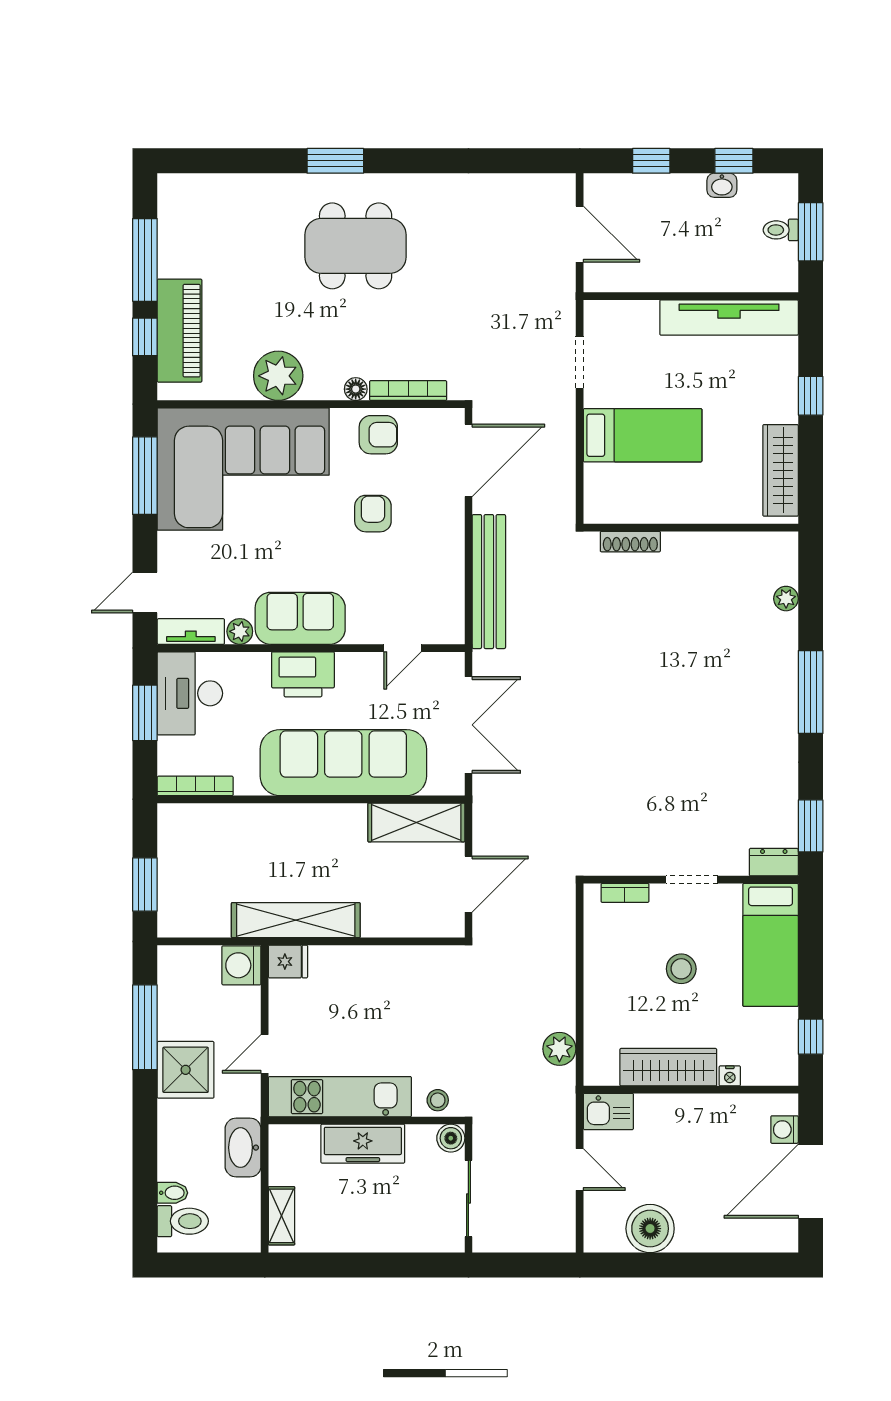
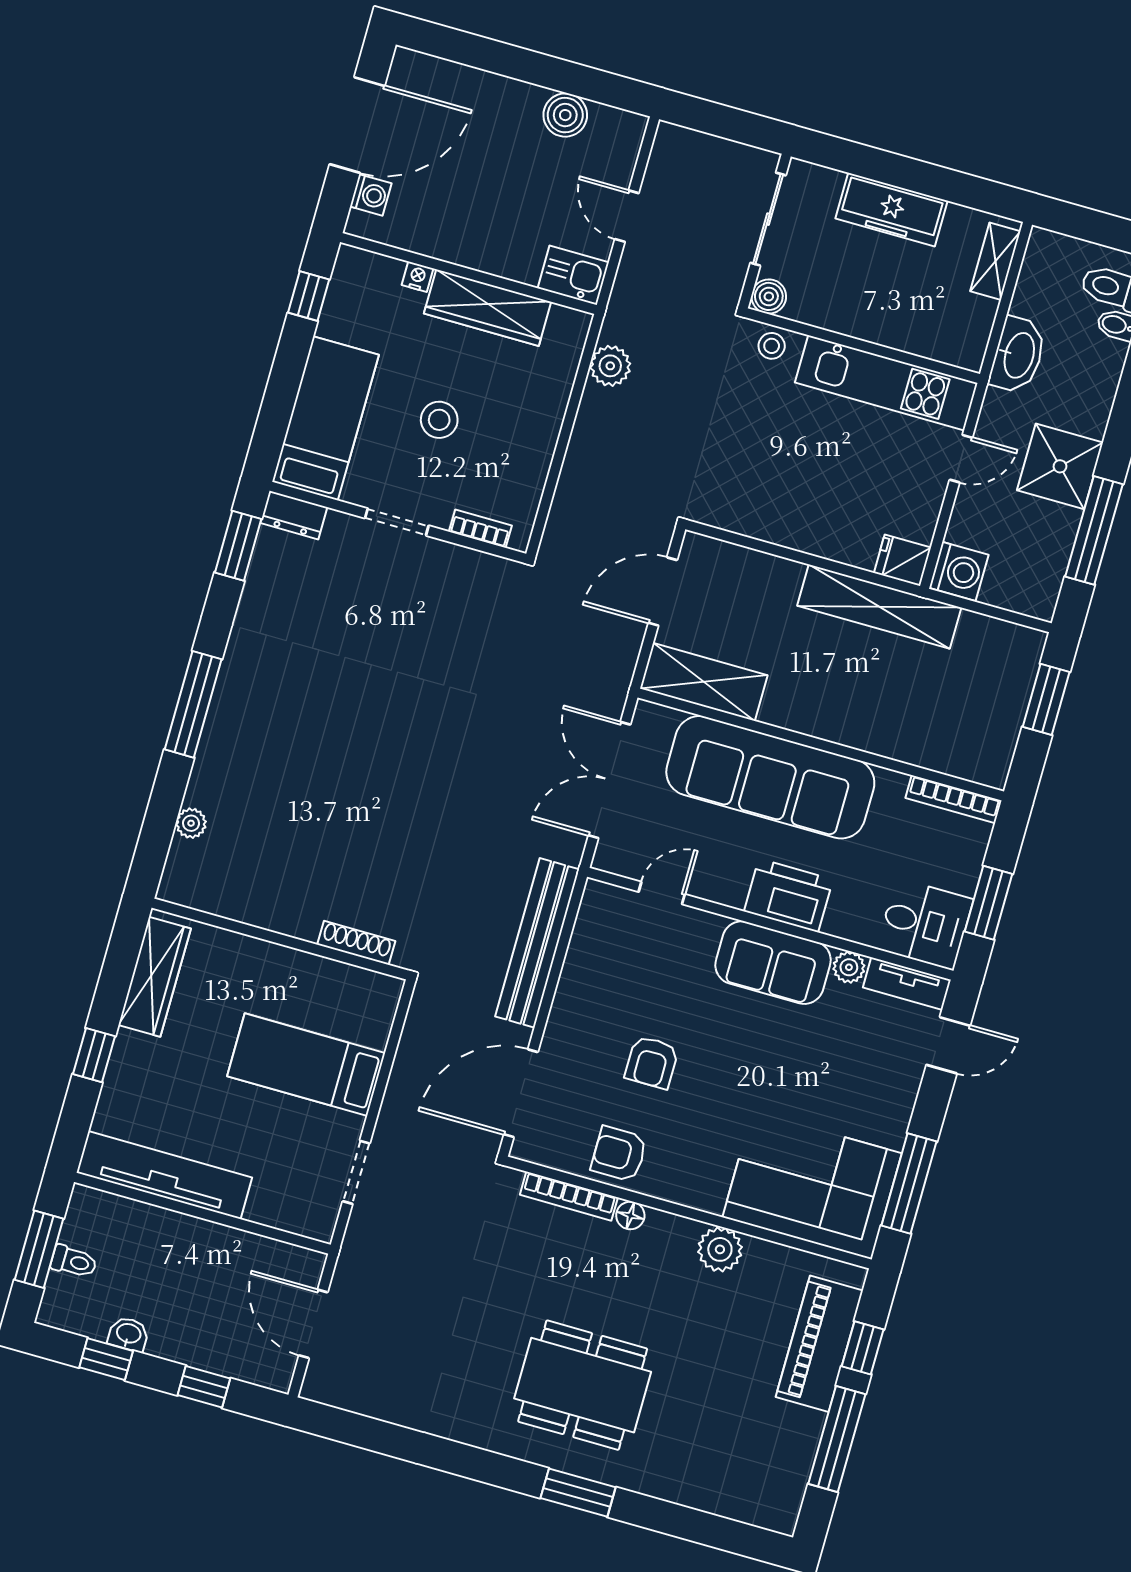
plant: (278, 376) -> (720, 1249), width x0.73, depth x0.73
corner sofa: (243, 469) -> (812, 1185), width x0.73, depth x0.74
desk: (190, 693) -> (925, 924), width x0.73
freezer: (363, 1144) -> (891, 210), moved, turned 180
boiler: (650, 1229) -> (565, 115), width x0.73, depth x0.73

